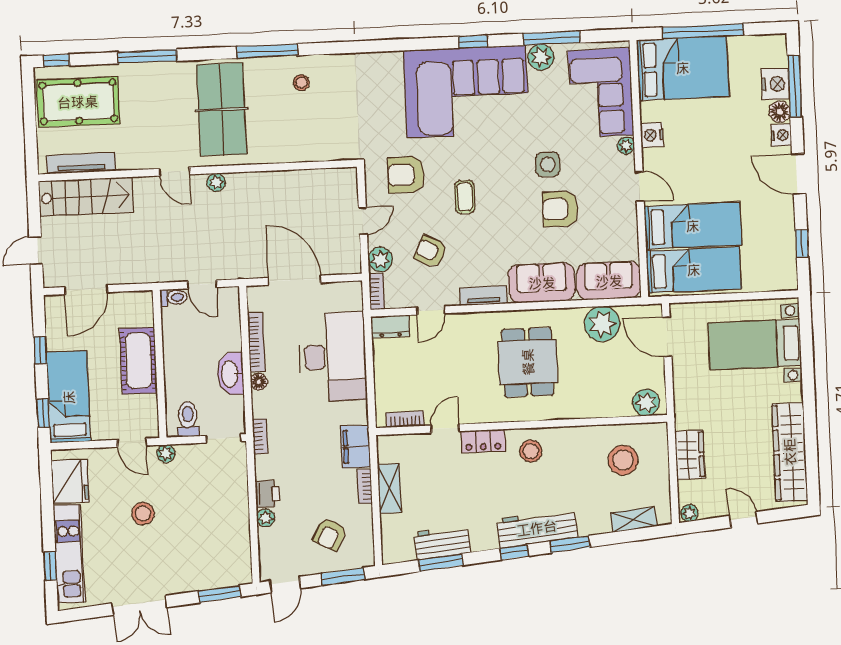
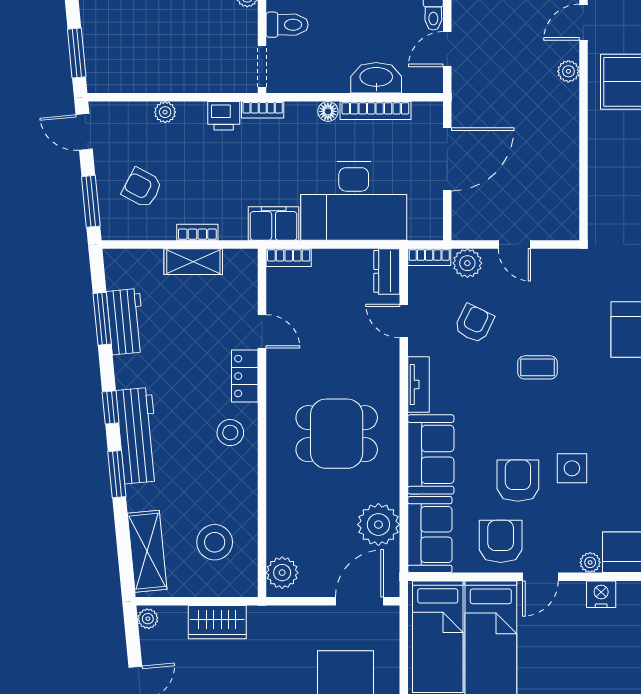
armchair: (406, 175) -> (501, 541), moved
washbasin: (230, 374) -> (376, 78), moved
bookcase: (405, 419) -> (289, 258), moved, turned 90
filing cabinet: (356, 447) -> (274, 224), moved
printer: (268, 494) -> (224, 116), moved
shelving: (634, 519) -> (147, 551), width x1.50, depth x1.33

